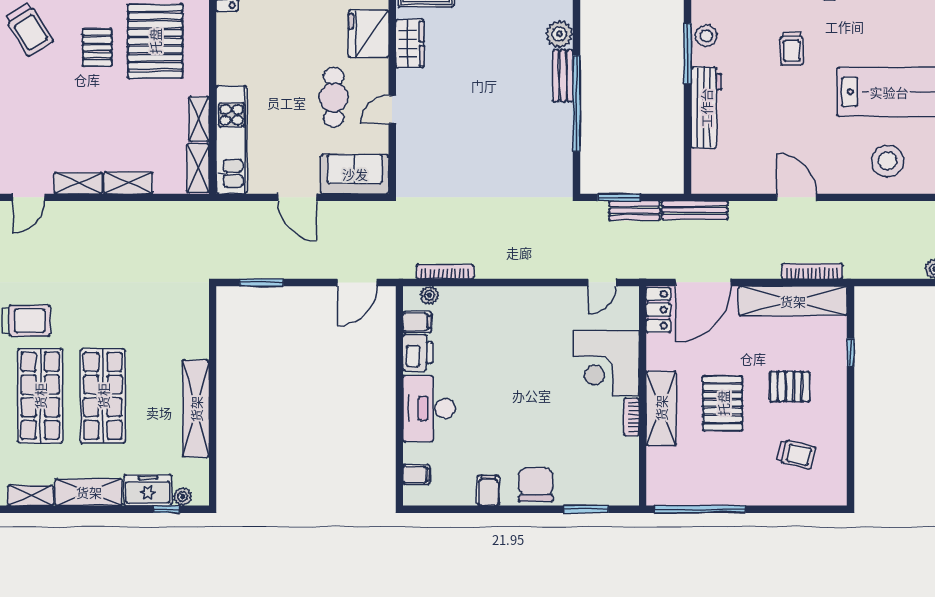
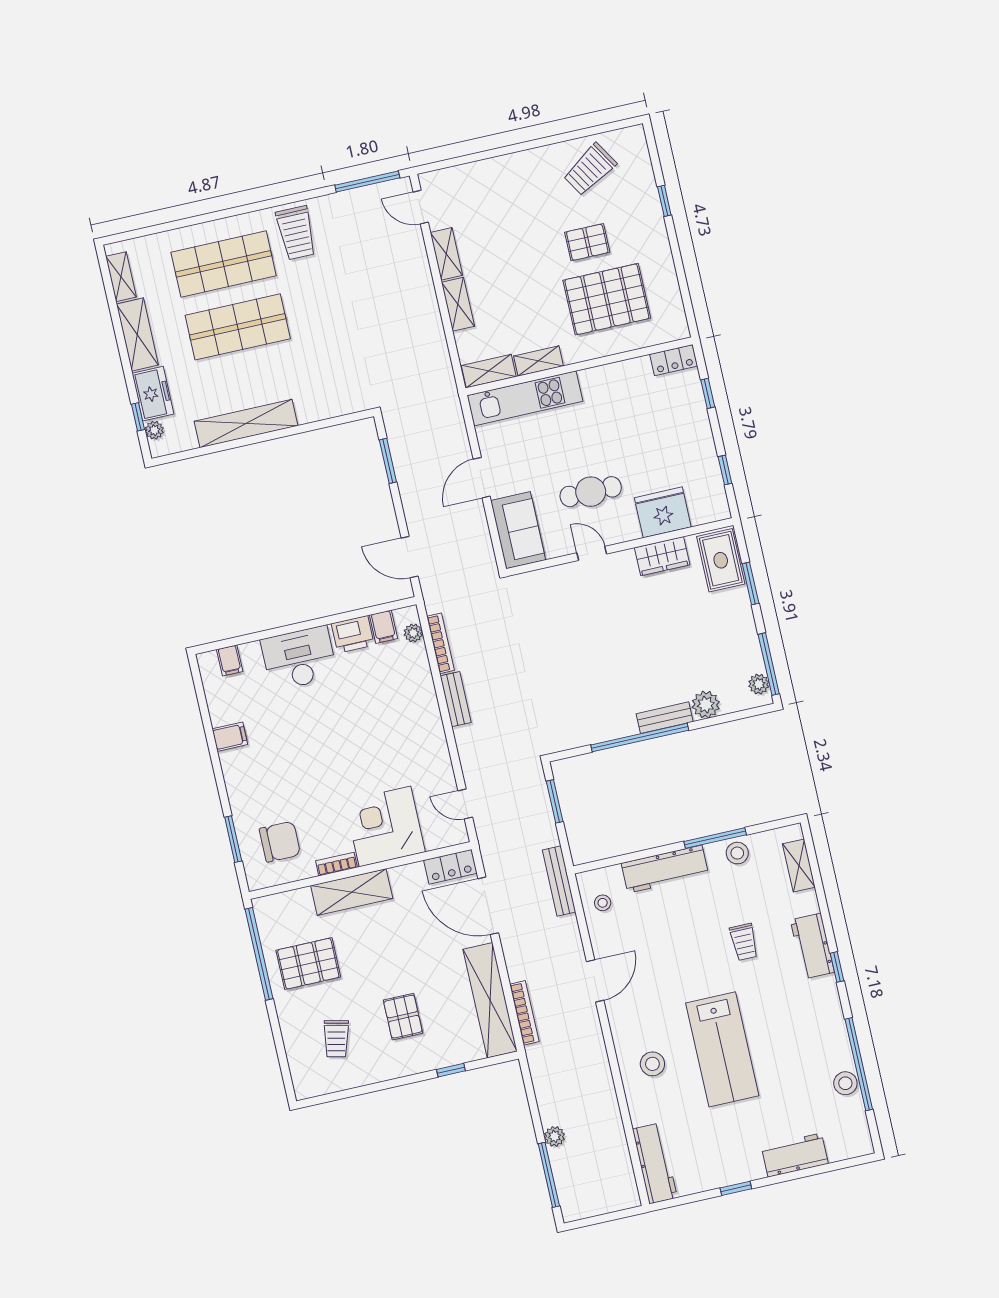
trolley: (792, 49) -> (744, 942), turned -90
stool: (888, 161) -> (652, 1064), width x0.73, depth x0.73
stool: (725, 174) -> (603, 903), added
bench: (634, 211) -> (456, 699), moved
pallet: (723, 403) -> (308, 964), moved
chair: (535, 485) -> (280, 842), moved

